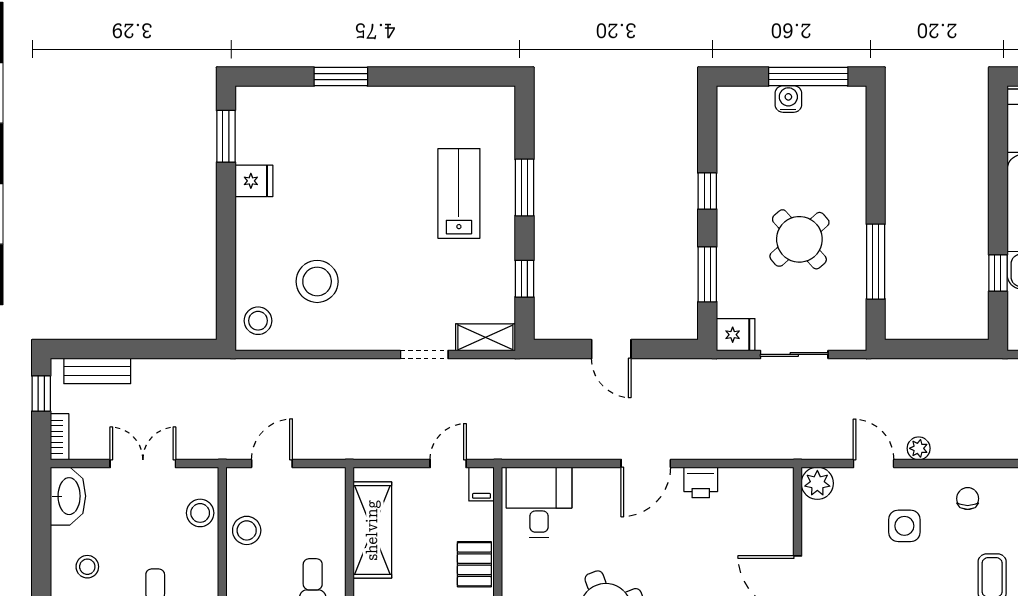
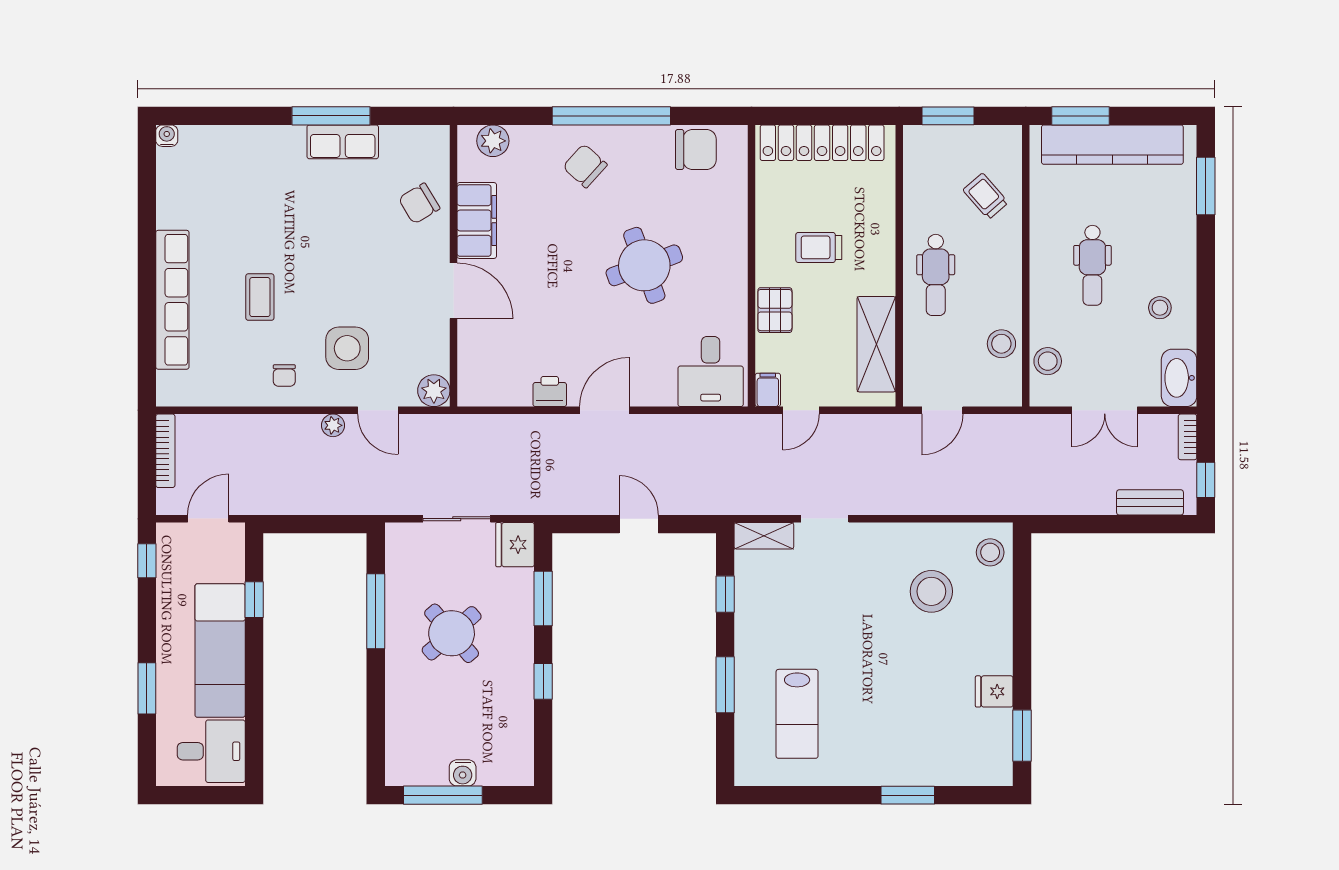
lab bench: (459, 193) -> (797, 714), moved
fridge: (736, 335) -> (515, 545), width x1.38
door: (272, 463) -> (942, 410), moved
side table: (904, 526) -> (347, 348), width x1.37, depth x1.37

